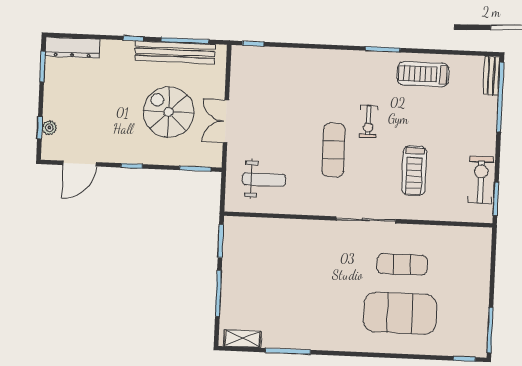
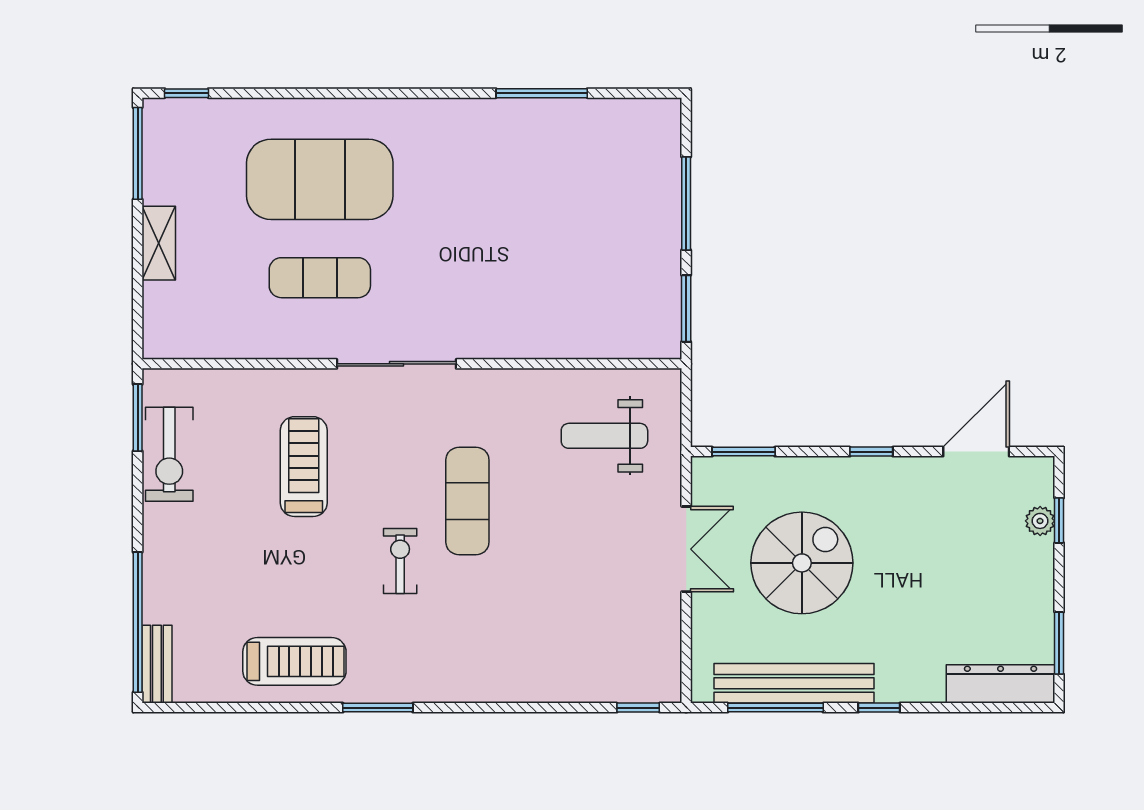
spiral stairs: (169, 112) -> (802, 563), turned -90
shelving: (243, 339) -> (159, 243), moved, turned 90

